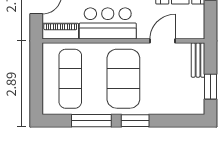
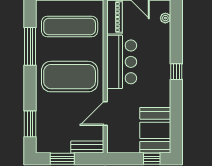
door: (163, 41) -> (105, 114), swing flipped
window: (135, 121) -> (30, 124), moved

